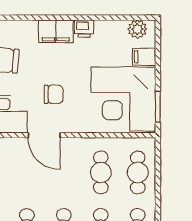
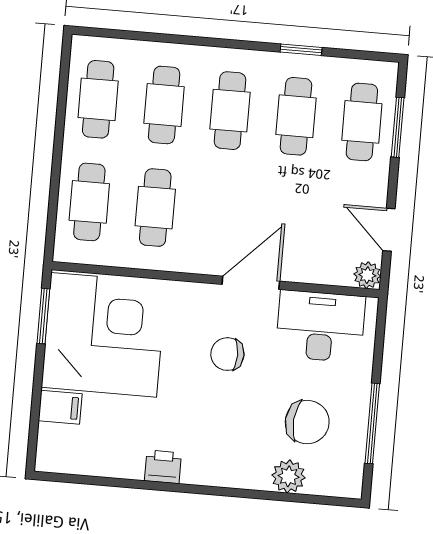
plant: (137, 29) -> (289, 476), moved
filing cabinet: (56, 31) -> (214, 466), removed
door: (44, 135) -> (251, 283), hinge flipped

